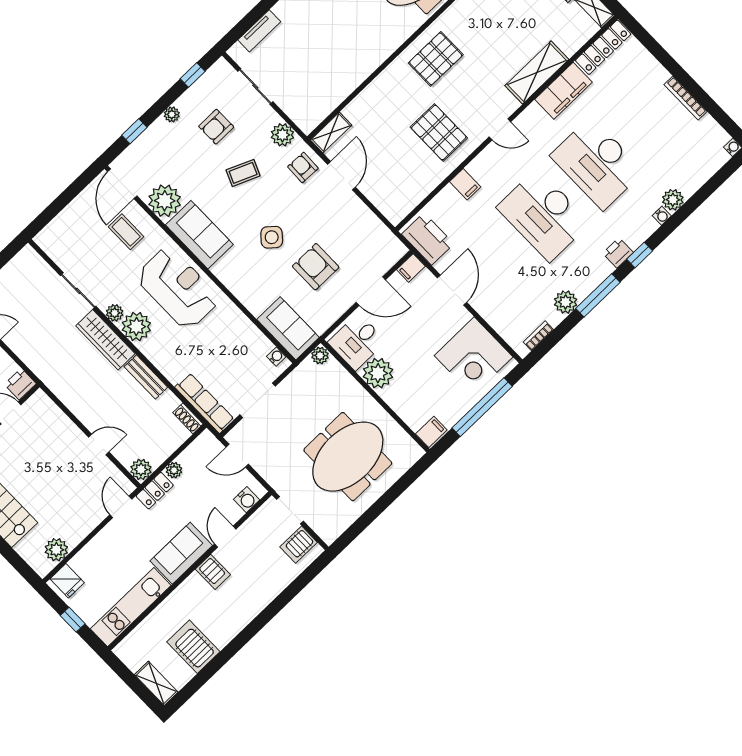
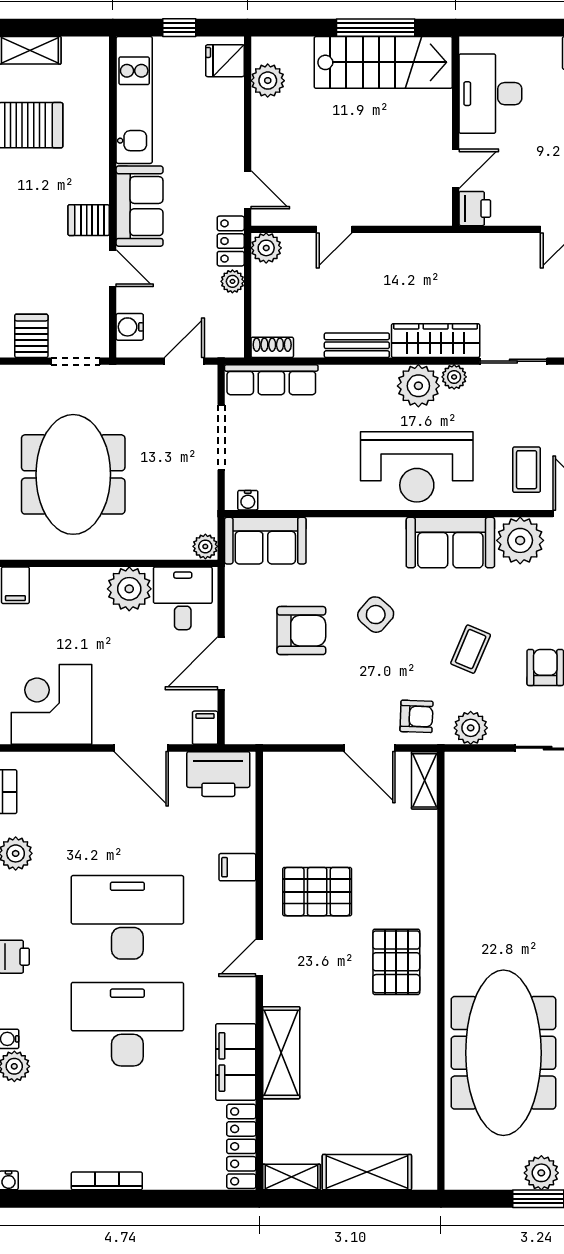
coffee table: (126, 232) -> (527, 470), turned 90

